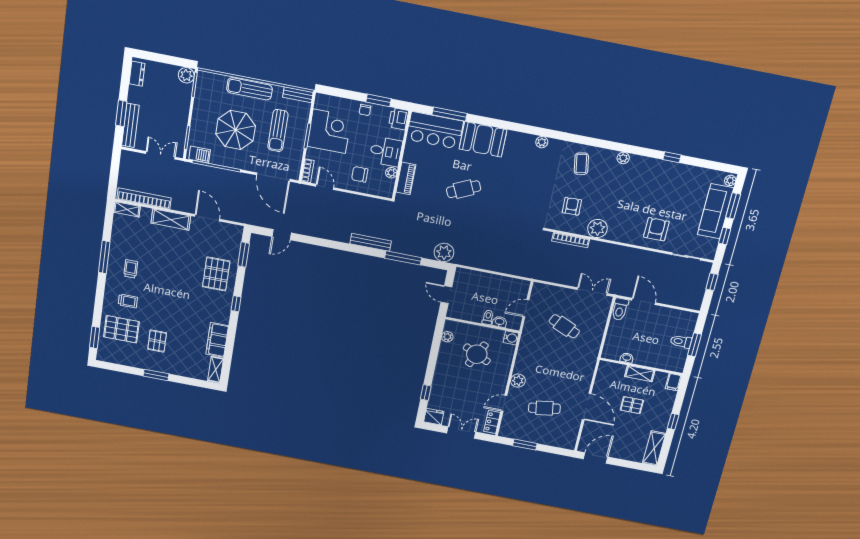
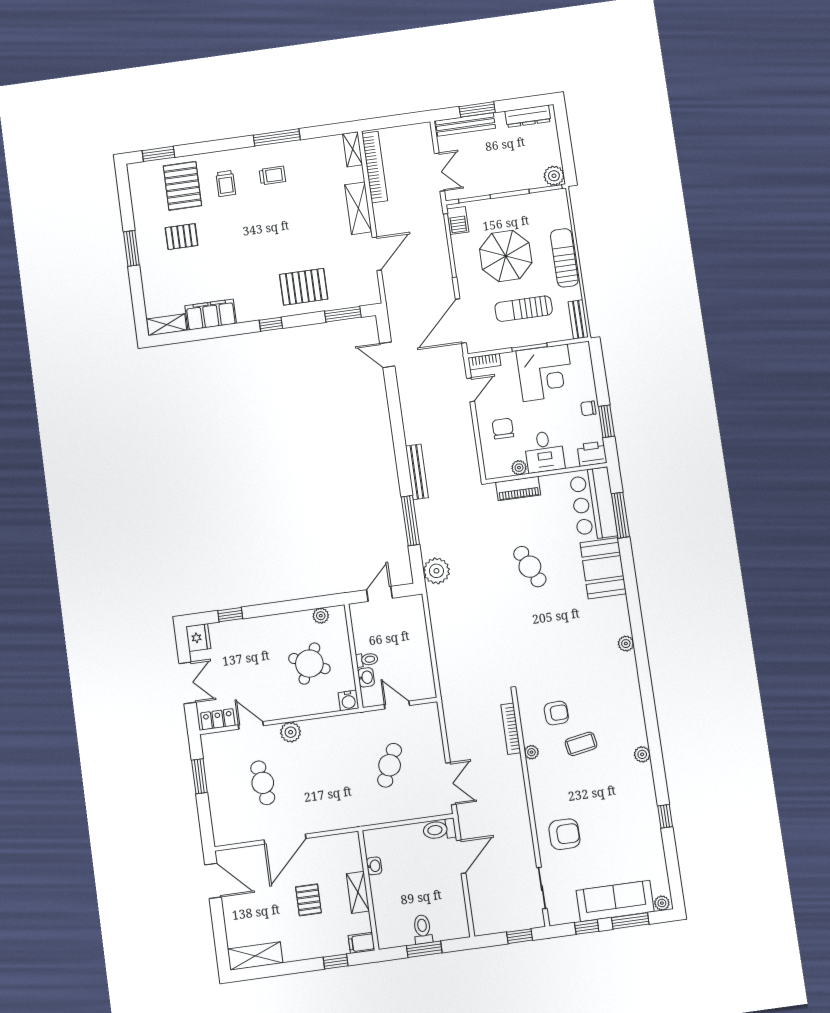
dresser: (137, 74) -> (528, 116), width x1.44
coffee table: (581, 164) -> (581, 744), moved
plant: (597, 229) -> (531, 752), width x0.53, depth x0.53
window: (673, 421) -> (336, 962), moved

